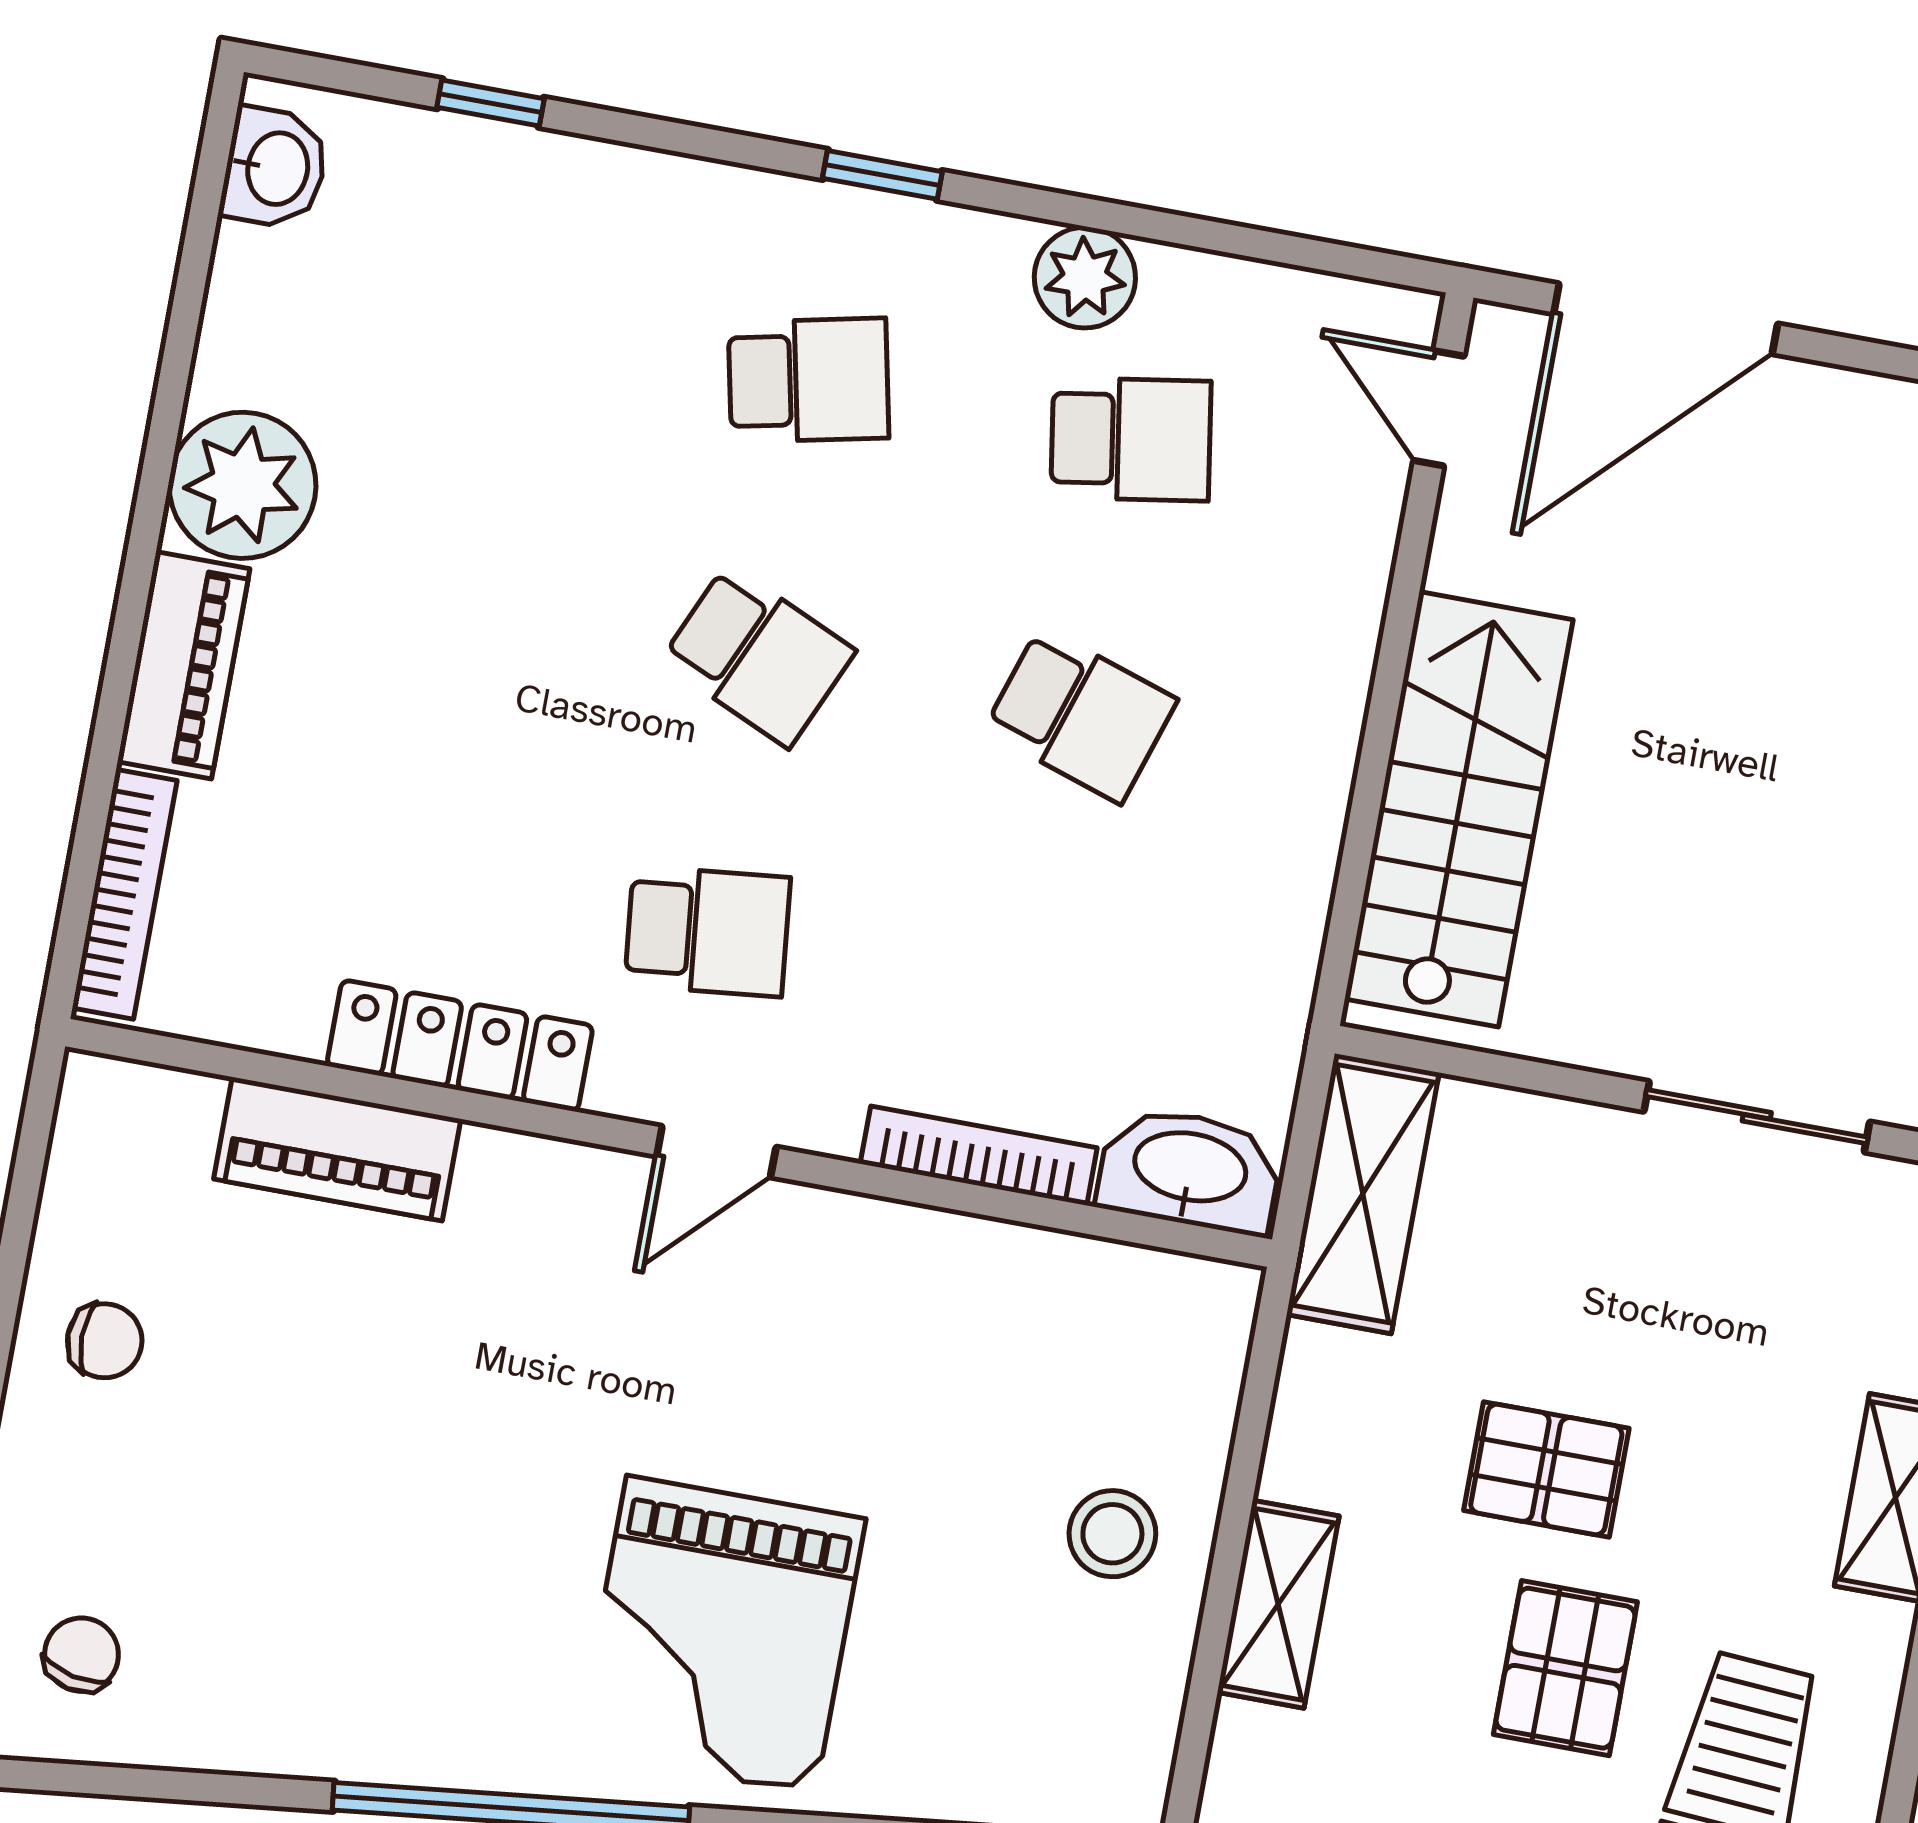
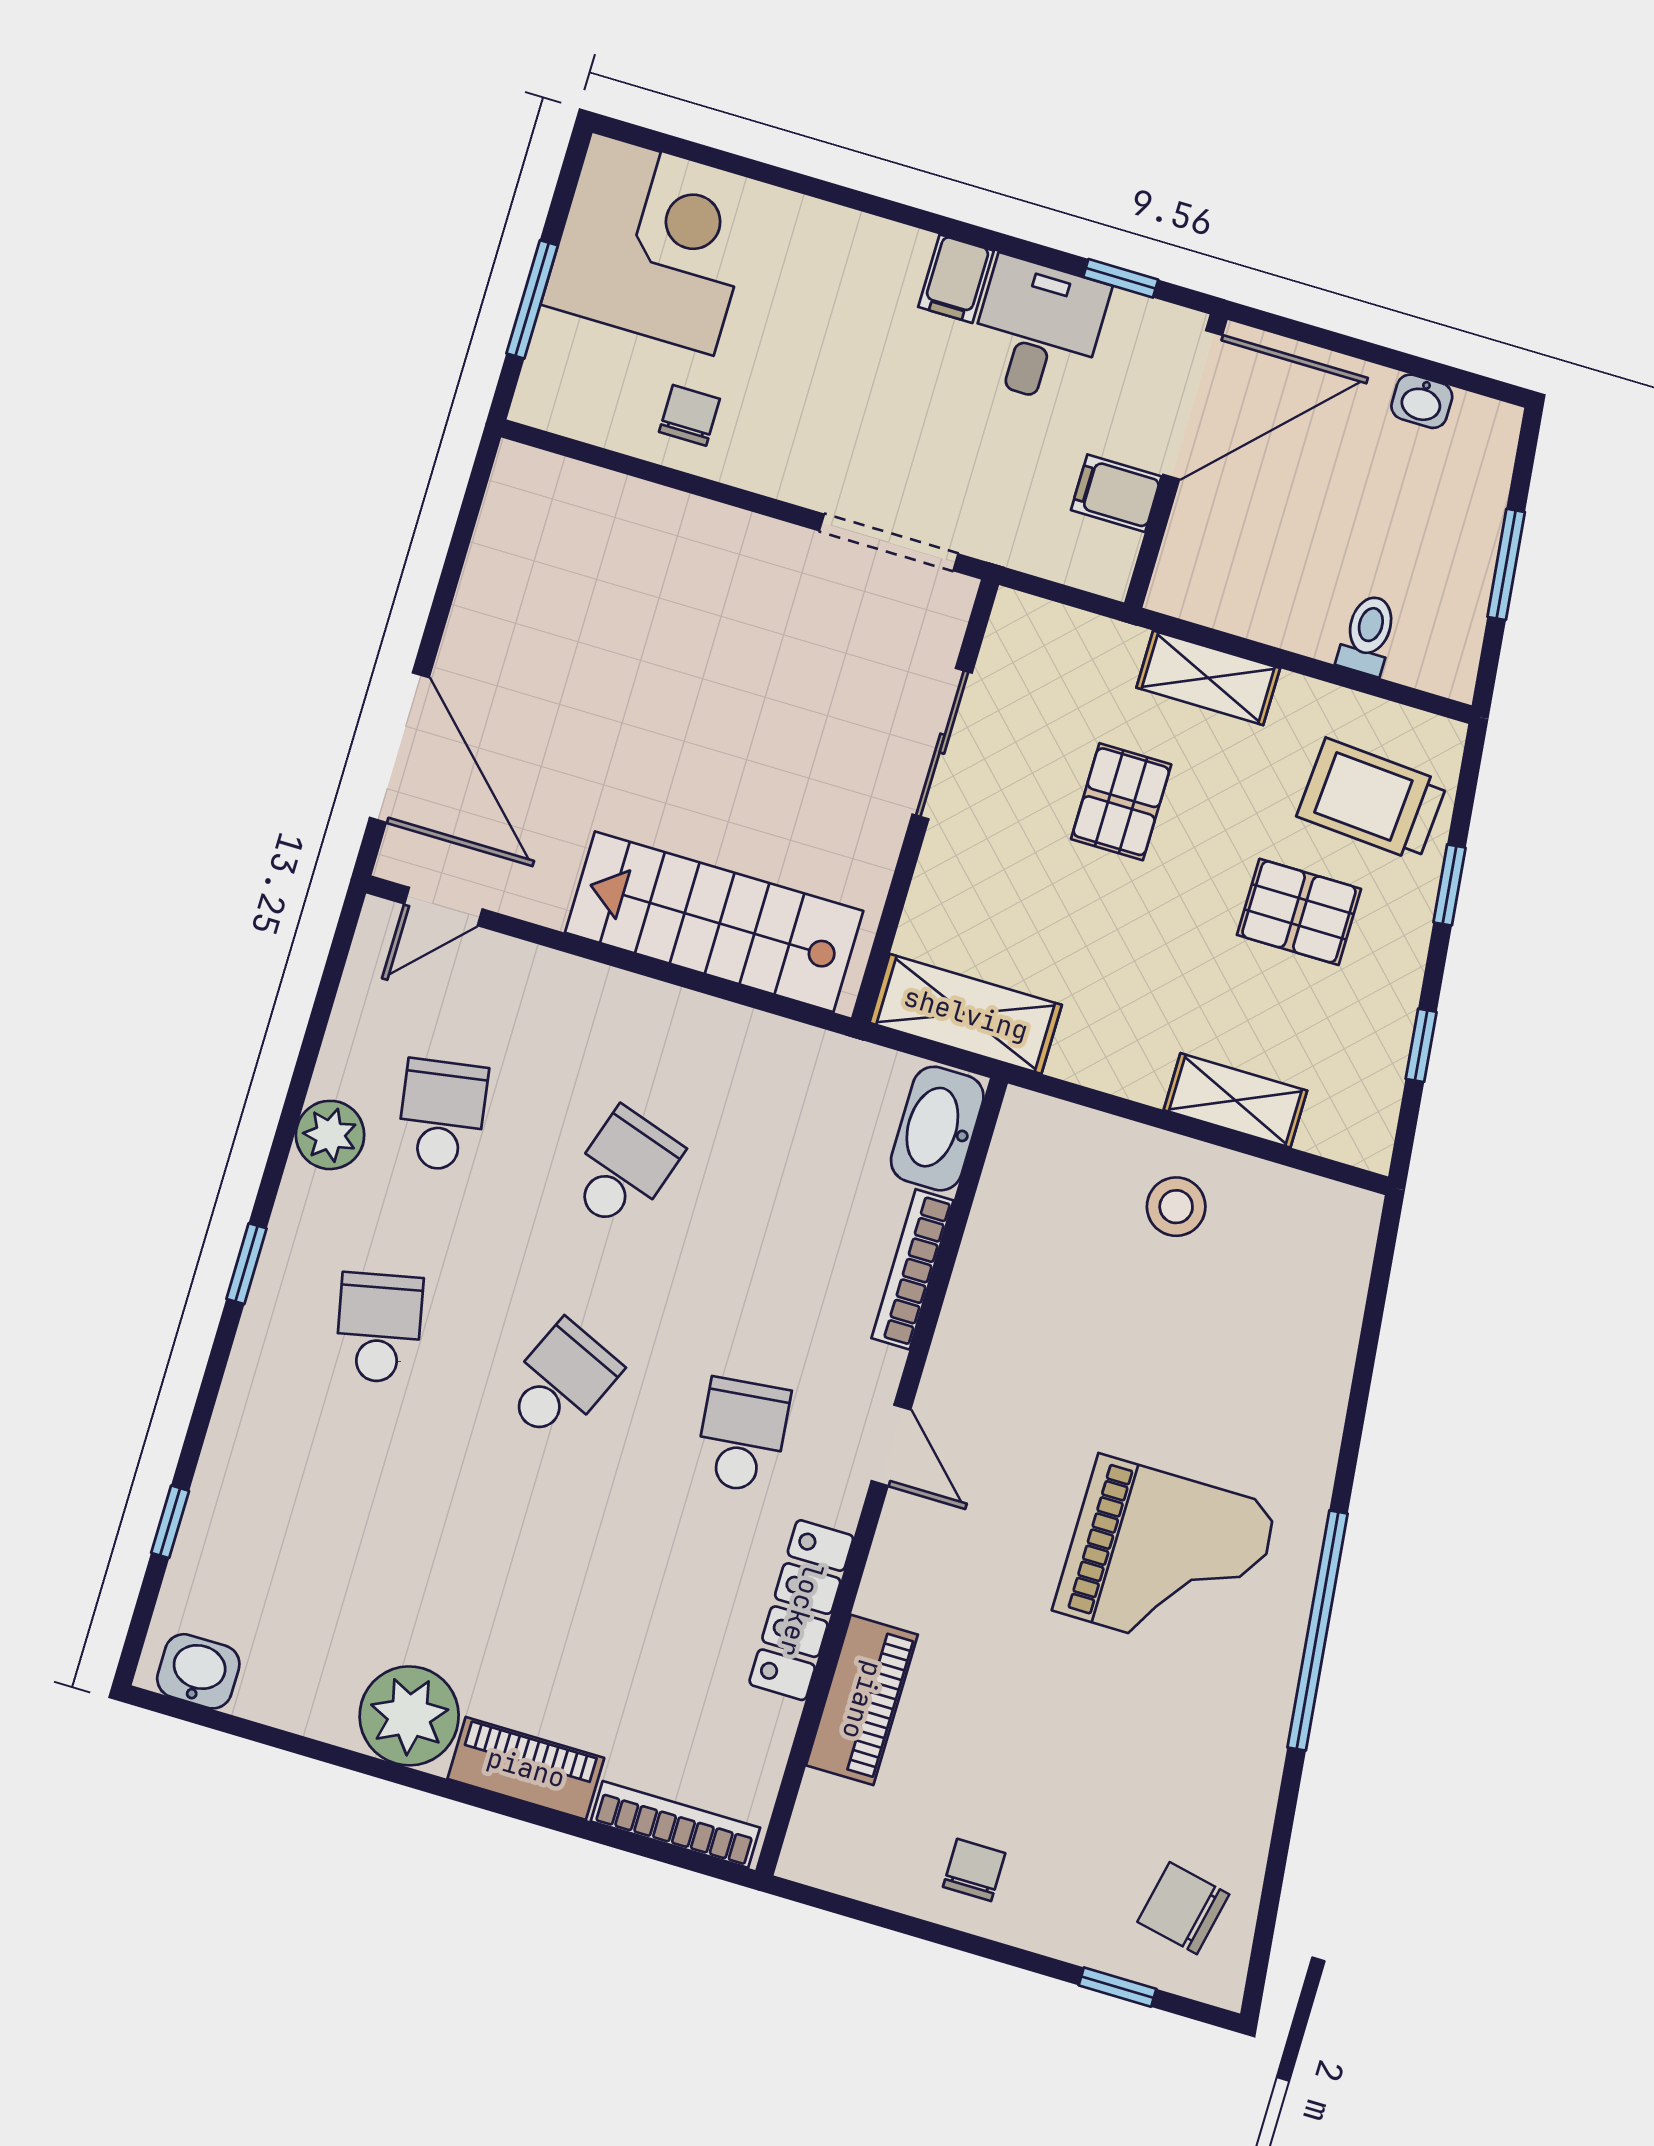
pallet: (1546, 1469) -> (1121, 802), moved
grand piano: (721, 1635) -> (1166, 1559), moved
chair: (81, 1655) -> (1183, 1908), width x1.37, depth x1.37

